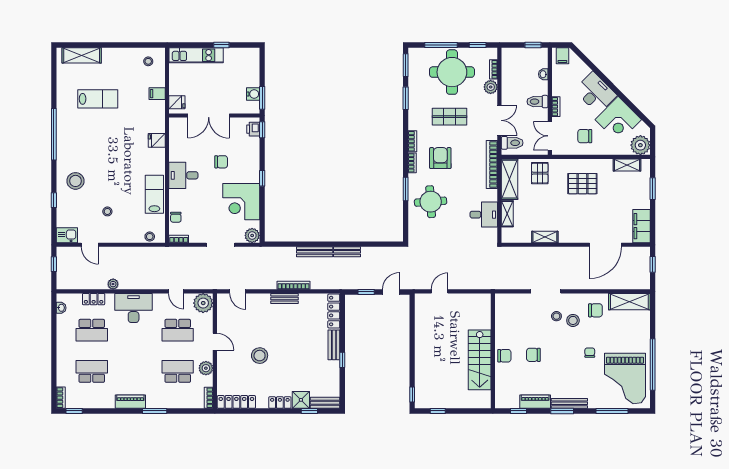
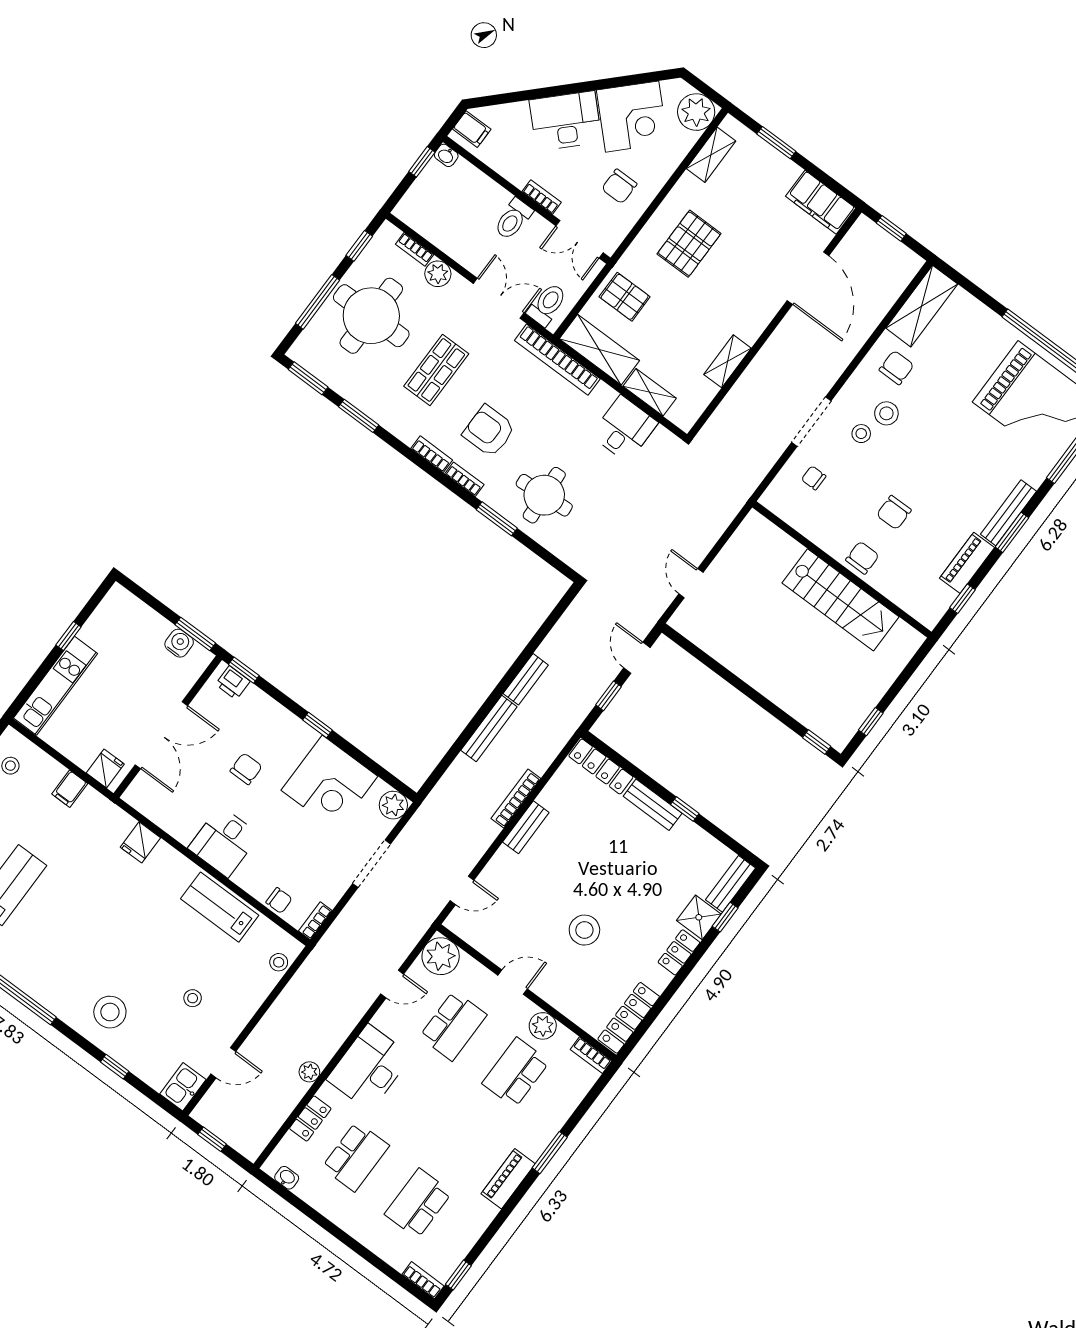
washbasin: (543, 74) -> (446, 155), moved
chair: (590, 353) -> (814, 478), moved

